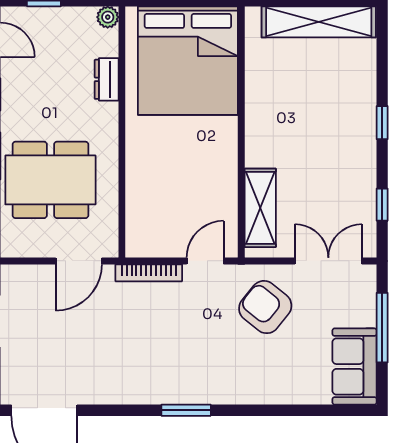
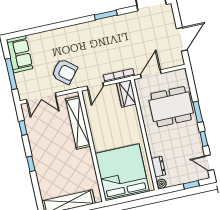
dresser: (107, 79) -> (158, 167), moved
shelving: (260, 208) -> (78, 123), width x1.47
wardrobe: (141, 230) -> (126, 94), added
window: (186, 410) -> (106, 15), moved

